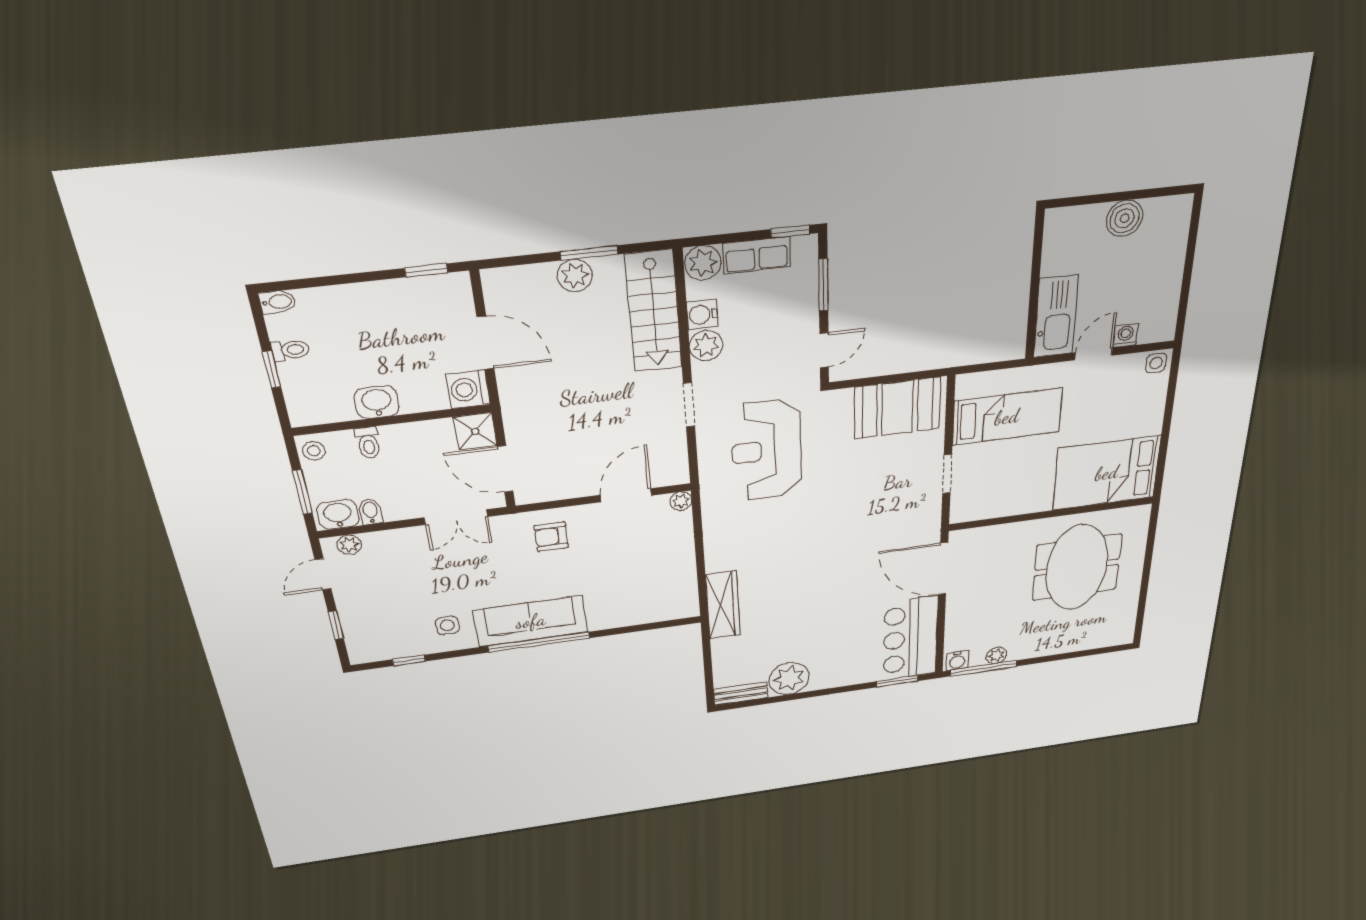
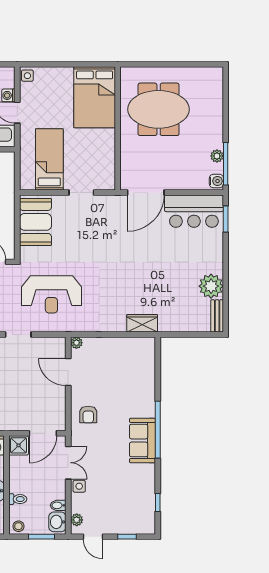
wardrobe: (723, 605) -> (142, 323), width x0.67
sofa: (531, 621) -> (142, 440), width x0.73
side table: (447, 625) -> (79, 486), moved

